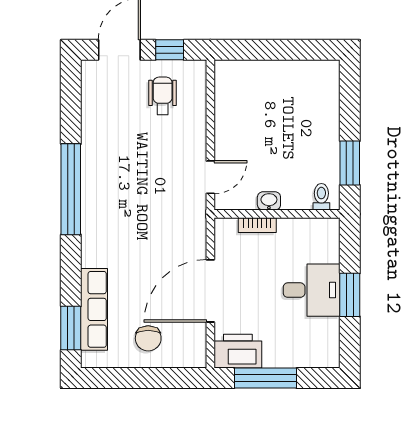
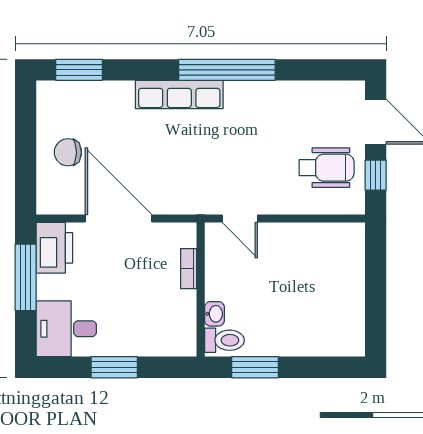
wheelchair: (163, 96) -> (327, 168), width x1.36, depth x1.37
toilet: (321, 197) -> (224, 340), width x1.37, depth x1.39
washbasin: (269, 201) -> (214, 314), moved
desk: (312, 290) -> (66, 329), moved, turned 90
row of seats: (94, 309) -> (179, 95), moved

